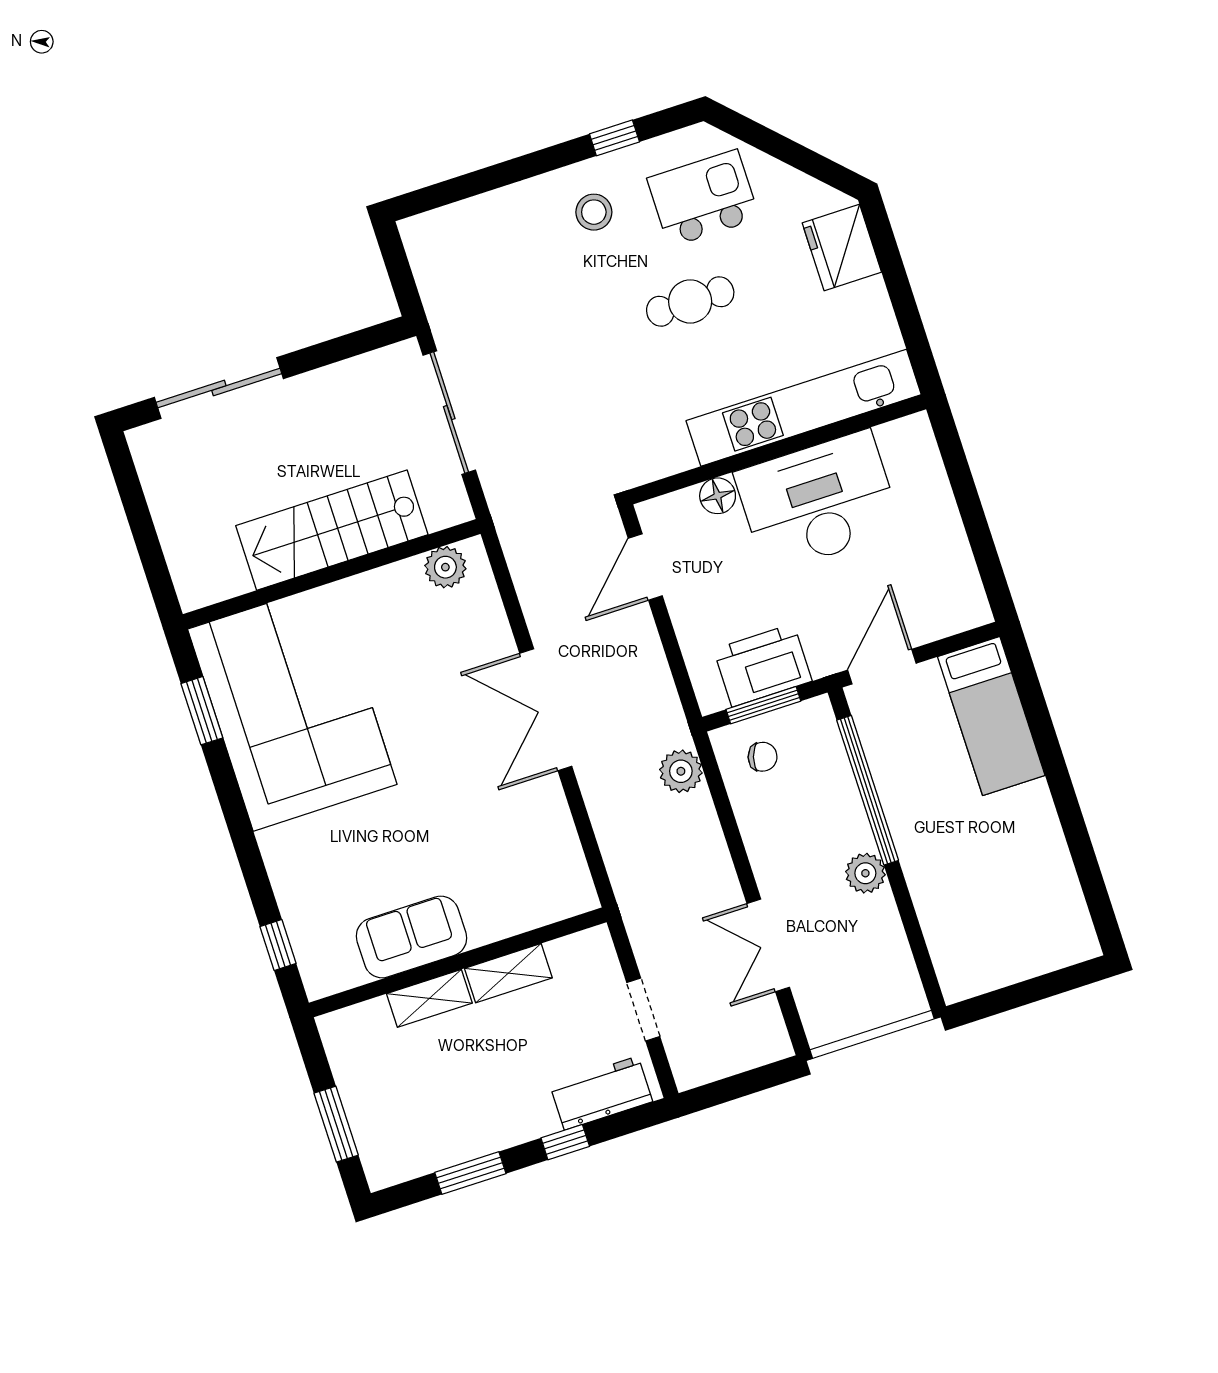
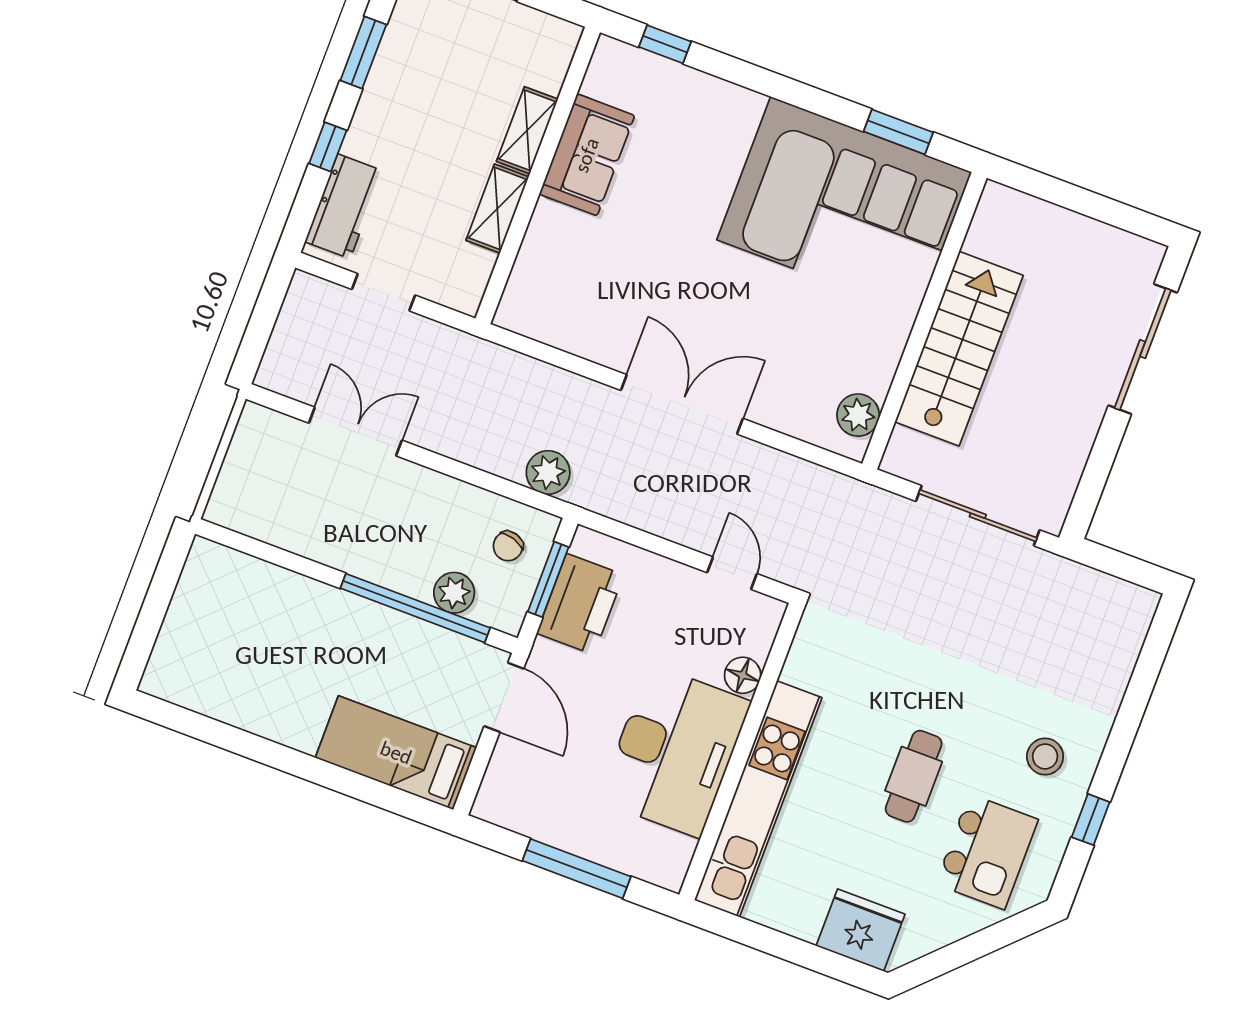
window: (969, 505) -> (577, 869), added
door: (645, 567) -> (732, 573), width x0.73
plant: (865, 873) -> (454, 593), moved

